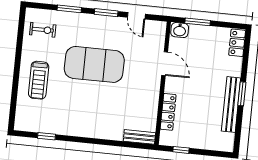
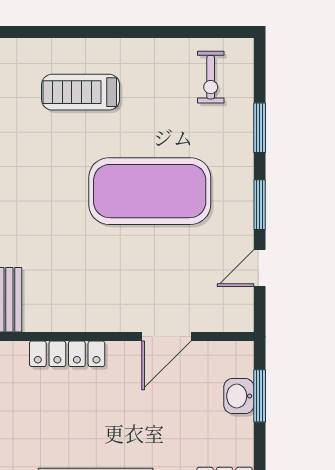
washbasin: (180, 30) -> (239, 396), moved
exercise mat: (94, 64) -> (150, 191), turned 90
treadmill: (39, 80) -> (81, 92), moved

